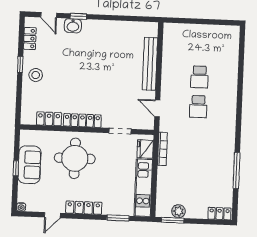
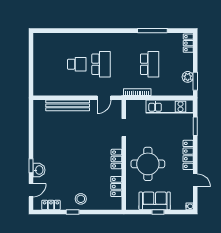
school desk: (198, 106) -> (101, 64), width x1.85
locker: (82, 120) -> (116, 159), width x0.66
fridge: (145, 149) -> (138, 106), removed
school desk: (196, 166) -> (150, 64), added

